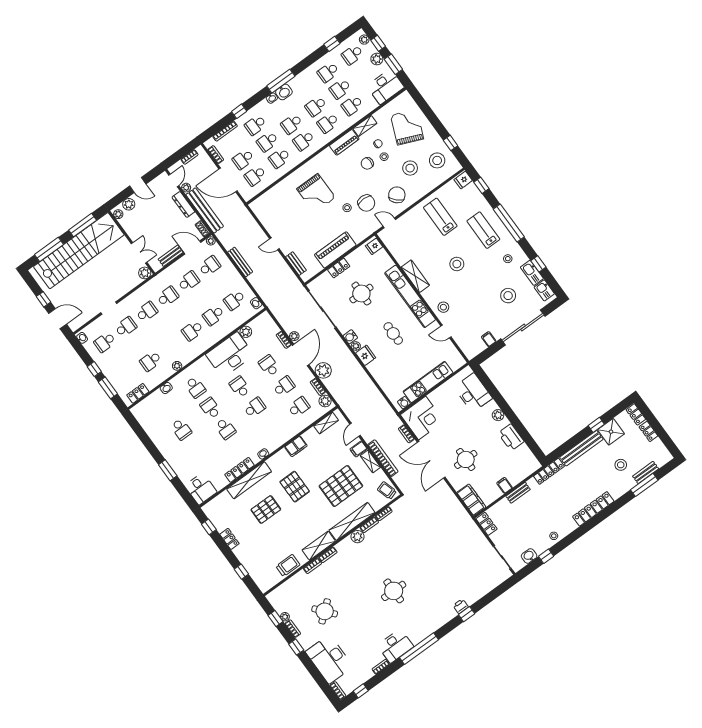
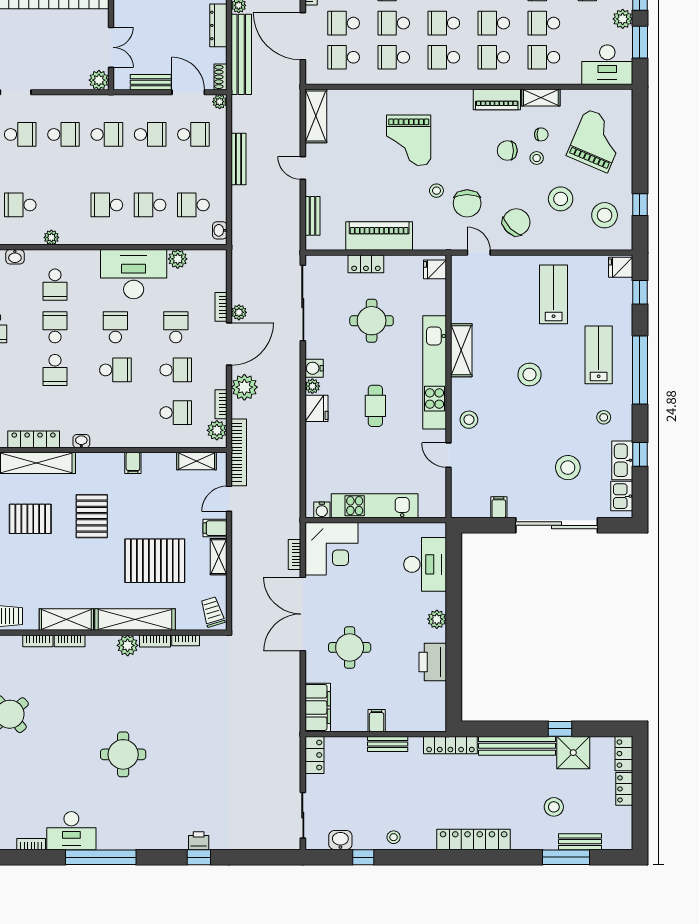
shelving: (262, 214) -> (316, 116), added
filing cabinet: (296, 446) -> (133, 463), width x0.50
bookcase: (383, 458) -> (239, 452), moved

